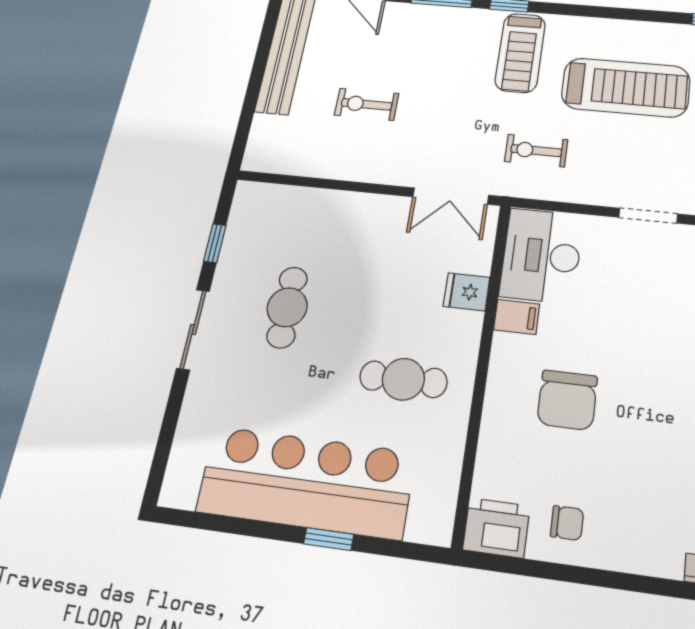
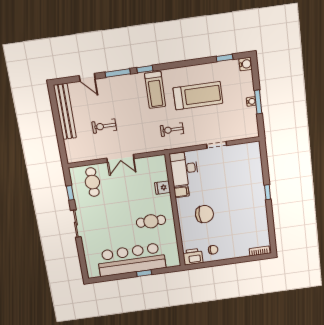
double door: (451, 196) -> (120, 158), moved
cafe table: (287, 307) -> (92, 182), moved
chair: (567, 400) -> (204, 214), turned -90

